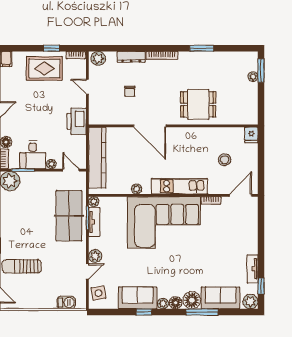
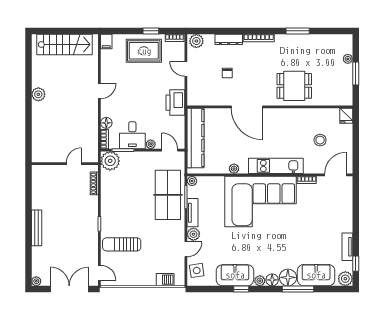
window: (261, 71) -> (356, 74), moved
tv unit: (94, 222) -> (193, 213), moved

